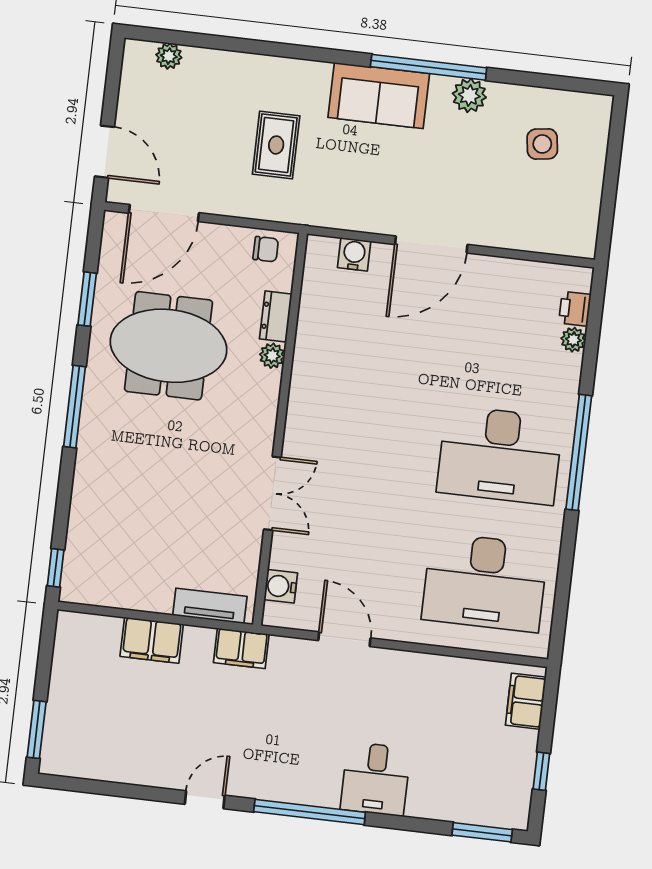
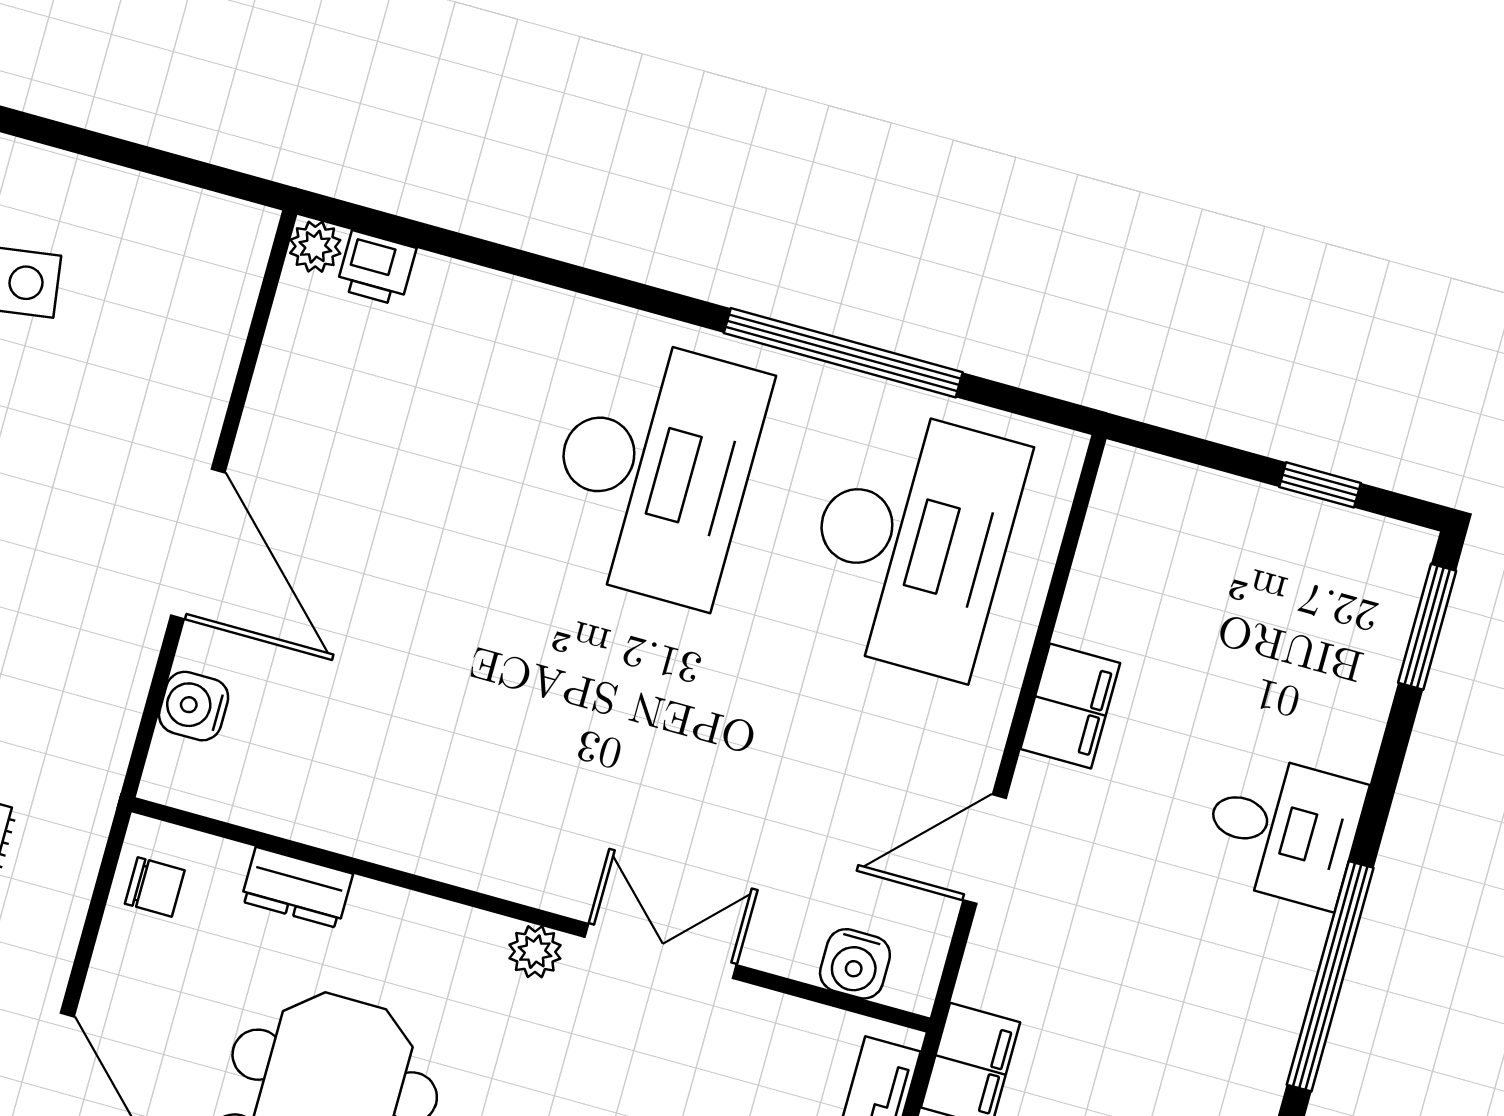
chair: (266, 249) -> (155, 887), turned 90
plant: (573, 340) -> (315, 247), moved
plant: (272, 356) -> (535, 952), moved
window: (579, 452) -> (843, 353), moved
filing cabinet: (526, 701) -> (1070, 706), moved, turned -90

